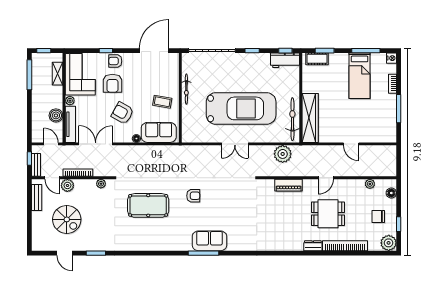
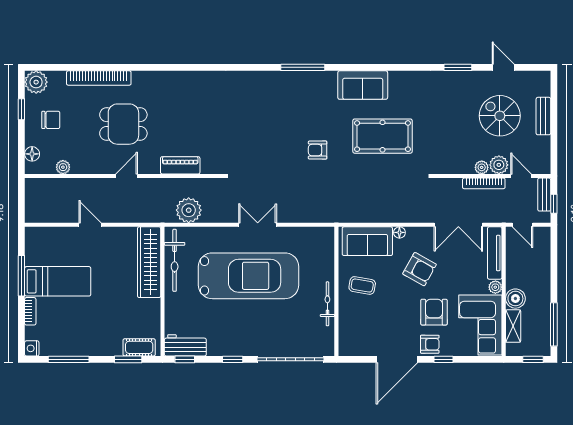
door: (154, 51) -> (397, 359), moved
bed: (360, 76) -> (58, 281), moved, turned 90
car: (241, 108) -> (249, 276), turned 180
boiler: (56, 115) -> (515, 299), moved
plant: (101, 184) -> (482, 167), moved
bench: (37, 197) -> (543, 116), moved
sofa: (209, 241) -> (363, 85), moved
dresser: (313, 246) -> (145, 78), removed

